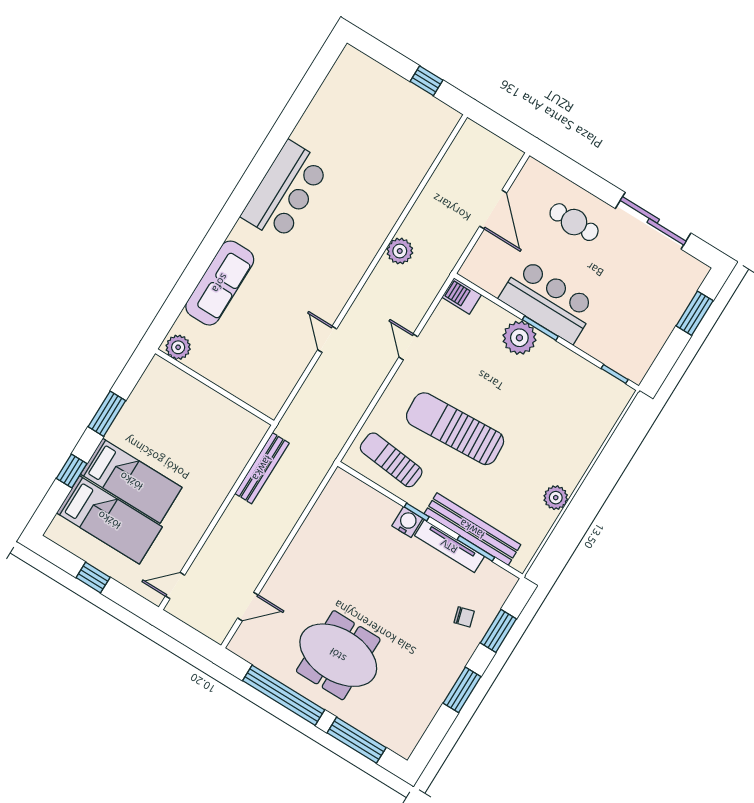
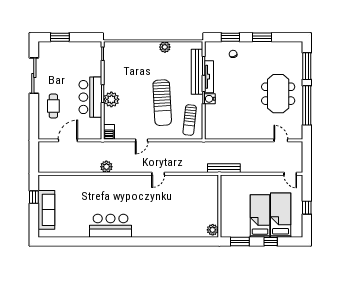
sofa: (220, 283) -> (46, 210), moved, turned 90
plant: (178, 347) -> (213, 230), moved
wall: (215, 387) -> (219, 206), moved

